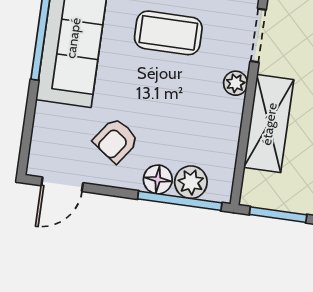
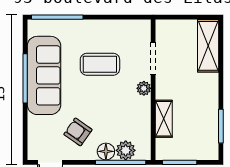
shelving: (269, 124) -> (164, 119), width x0.67, depth x0.75
armchair: (116, 140) -> (78, 132), turned 89

